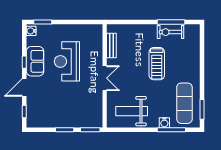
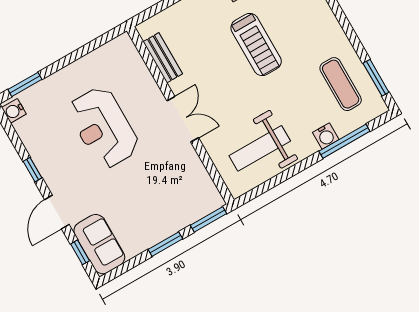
sofa: (35, 61) -> (99, 244), moved
exercise mat: (184, 103) -> (341, 84), width x0.73, depth x0.69

